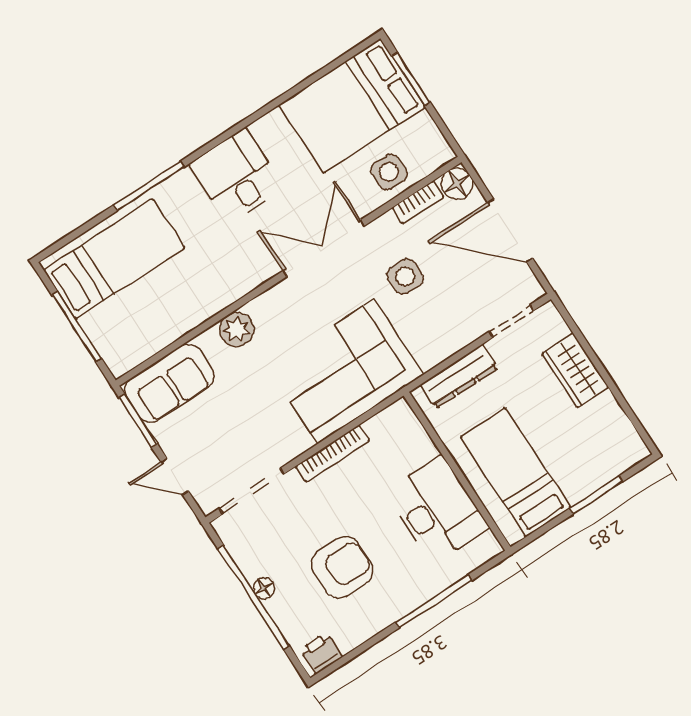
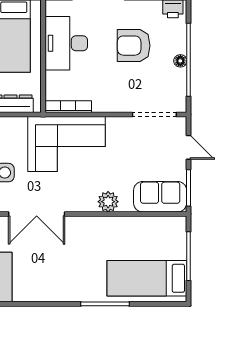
desk: (237, 176) -> (57, 280), removed
bookcase: (333, 453) -> (68, 107), moved

